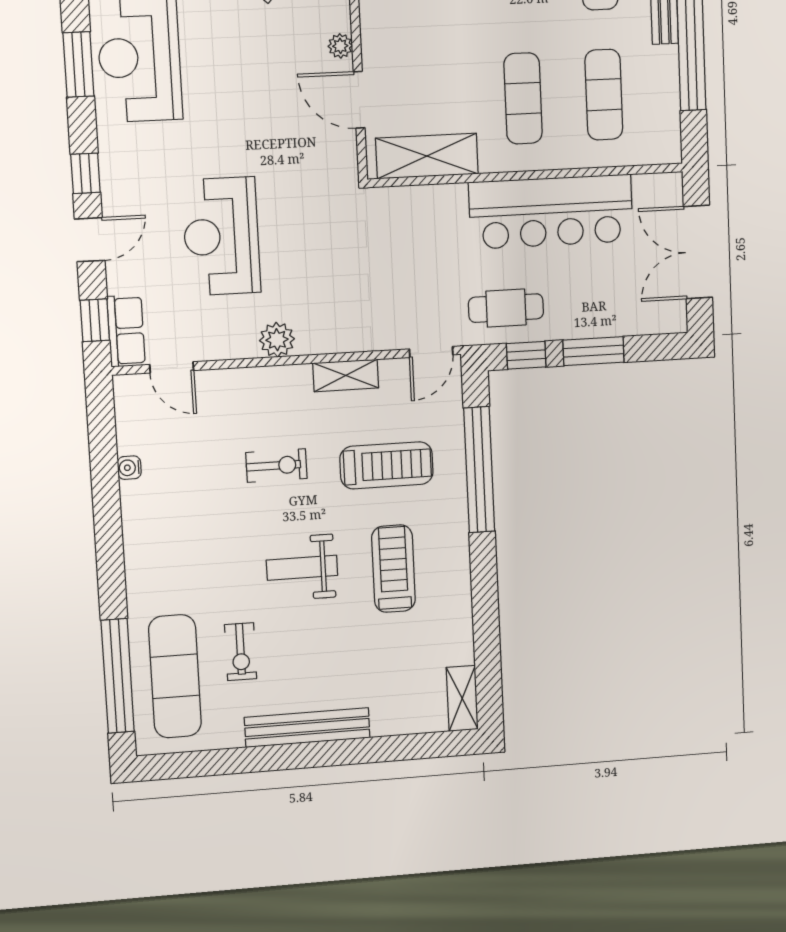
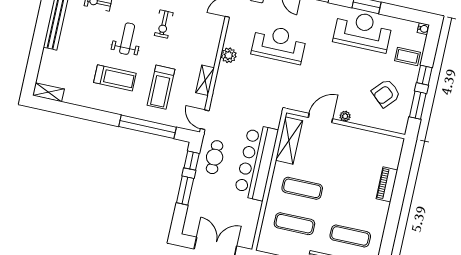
bar counter: (551, 212) -> (256, 162), moved
exercise bike: (276, 466) -> (164, 24), moved

